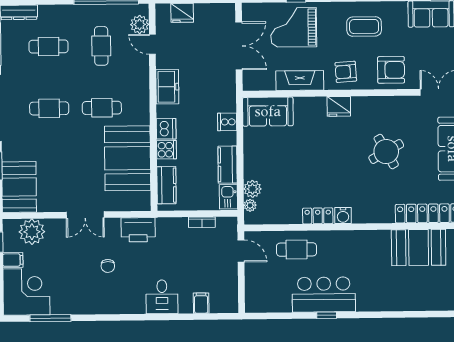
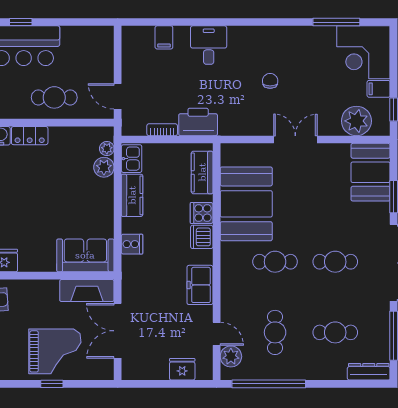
fireplace: (300, 81) -> (87, 291), moved
printer: (138, 230) -> (198, 122), moved

